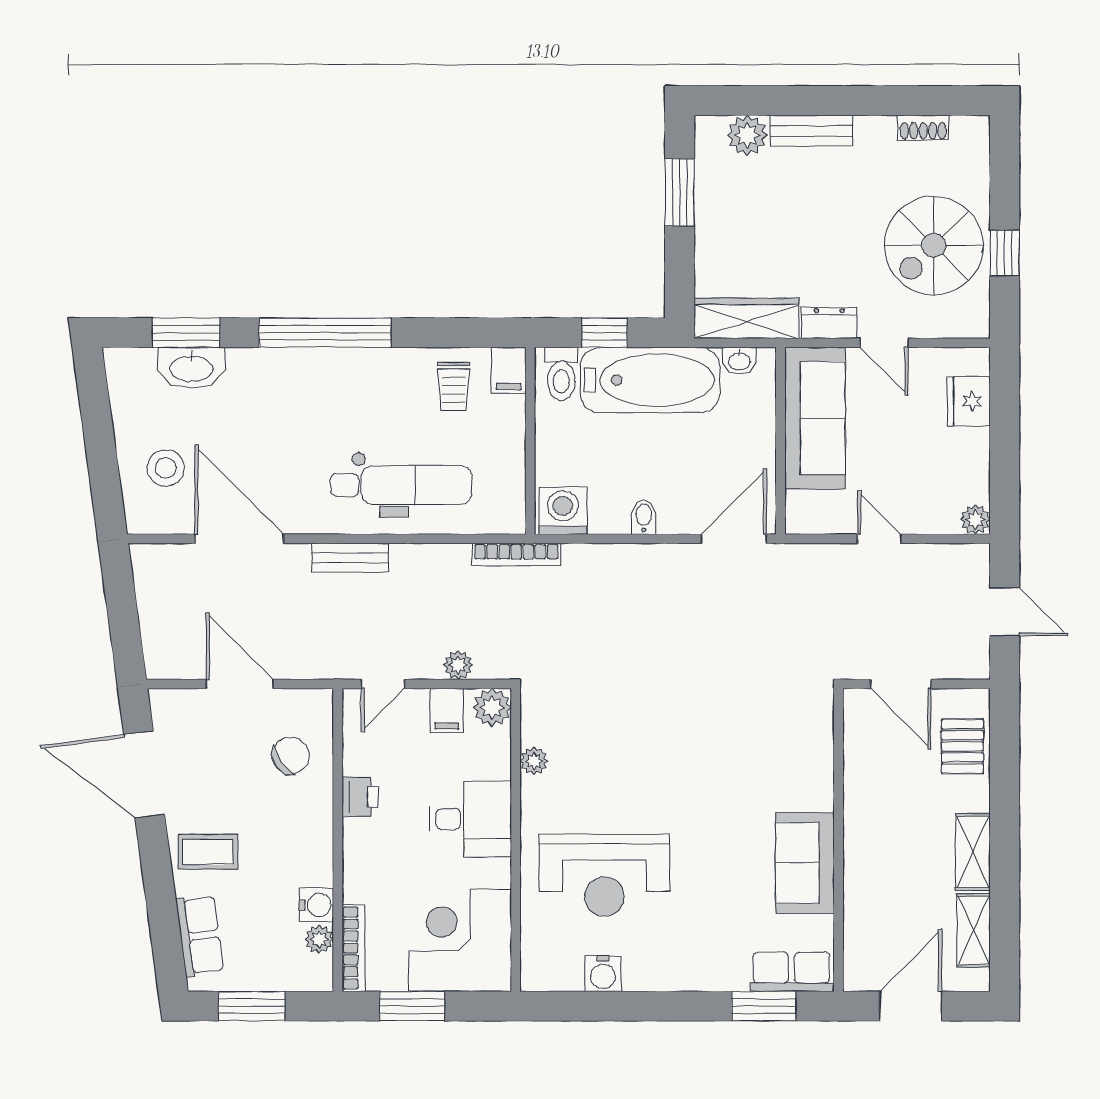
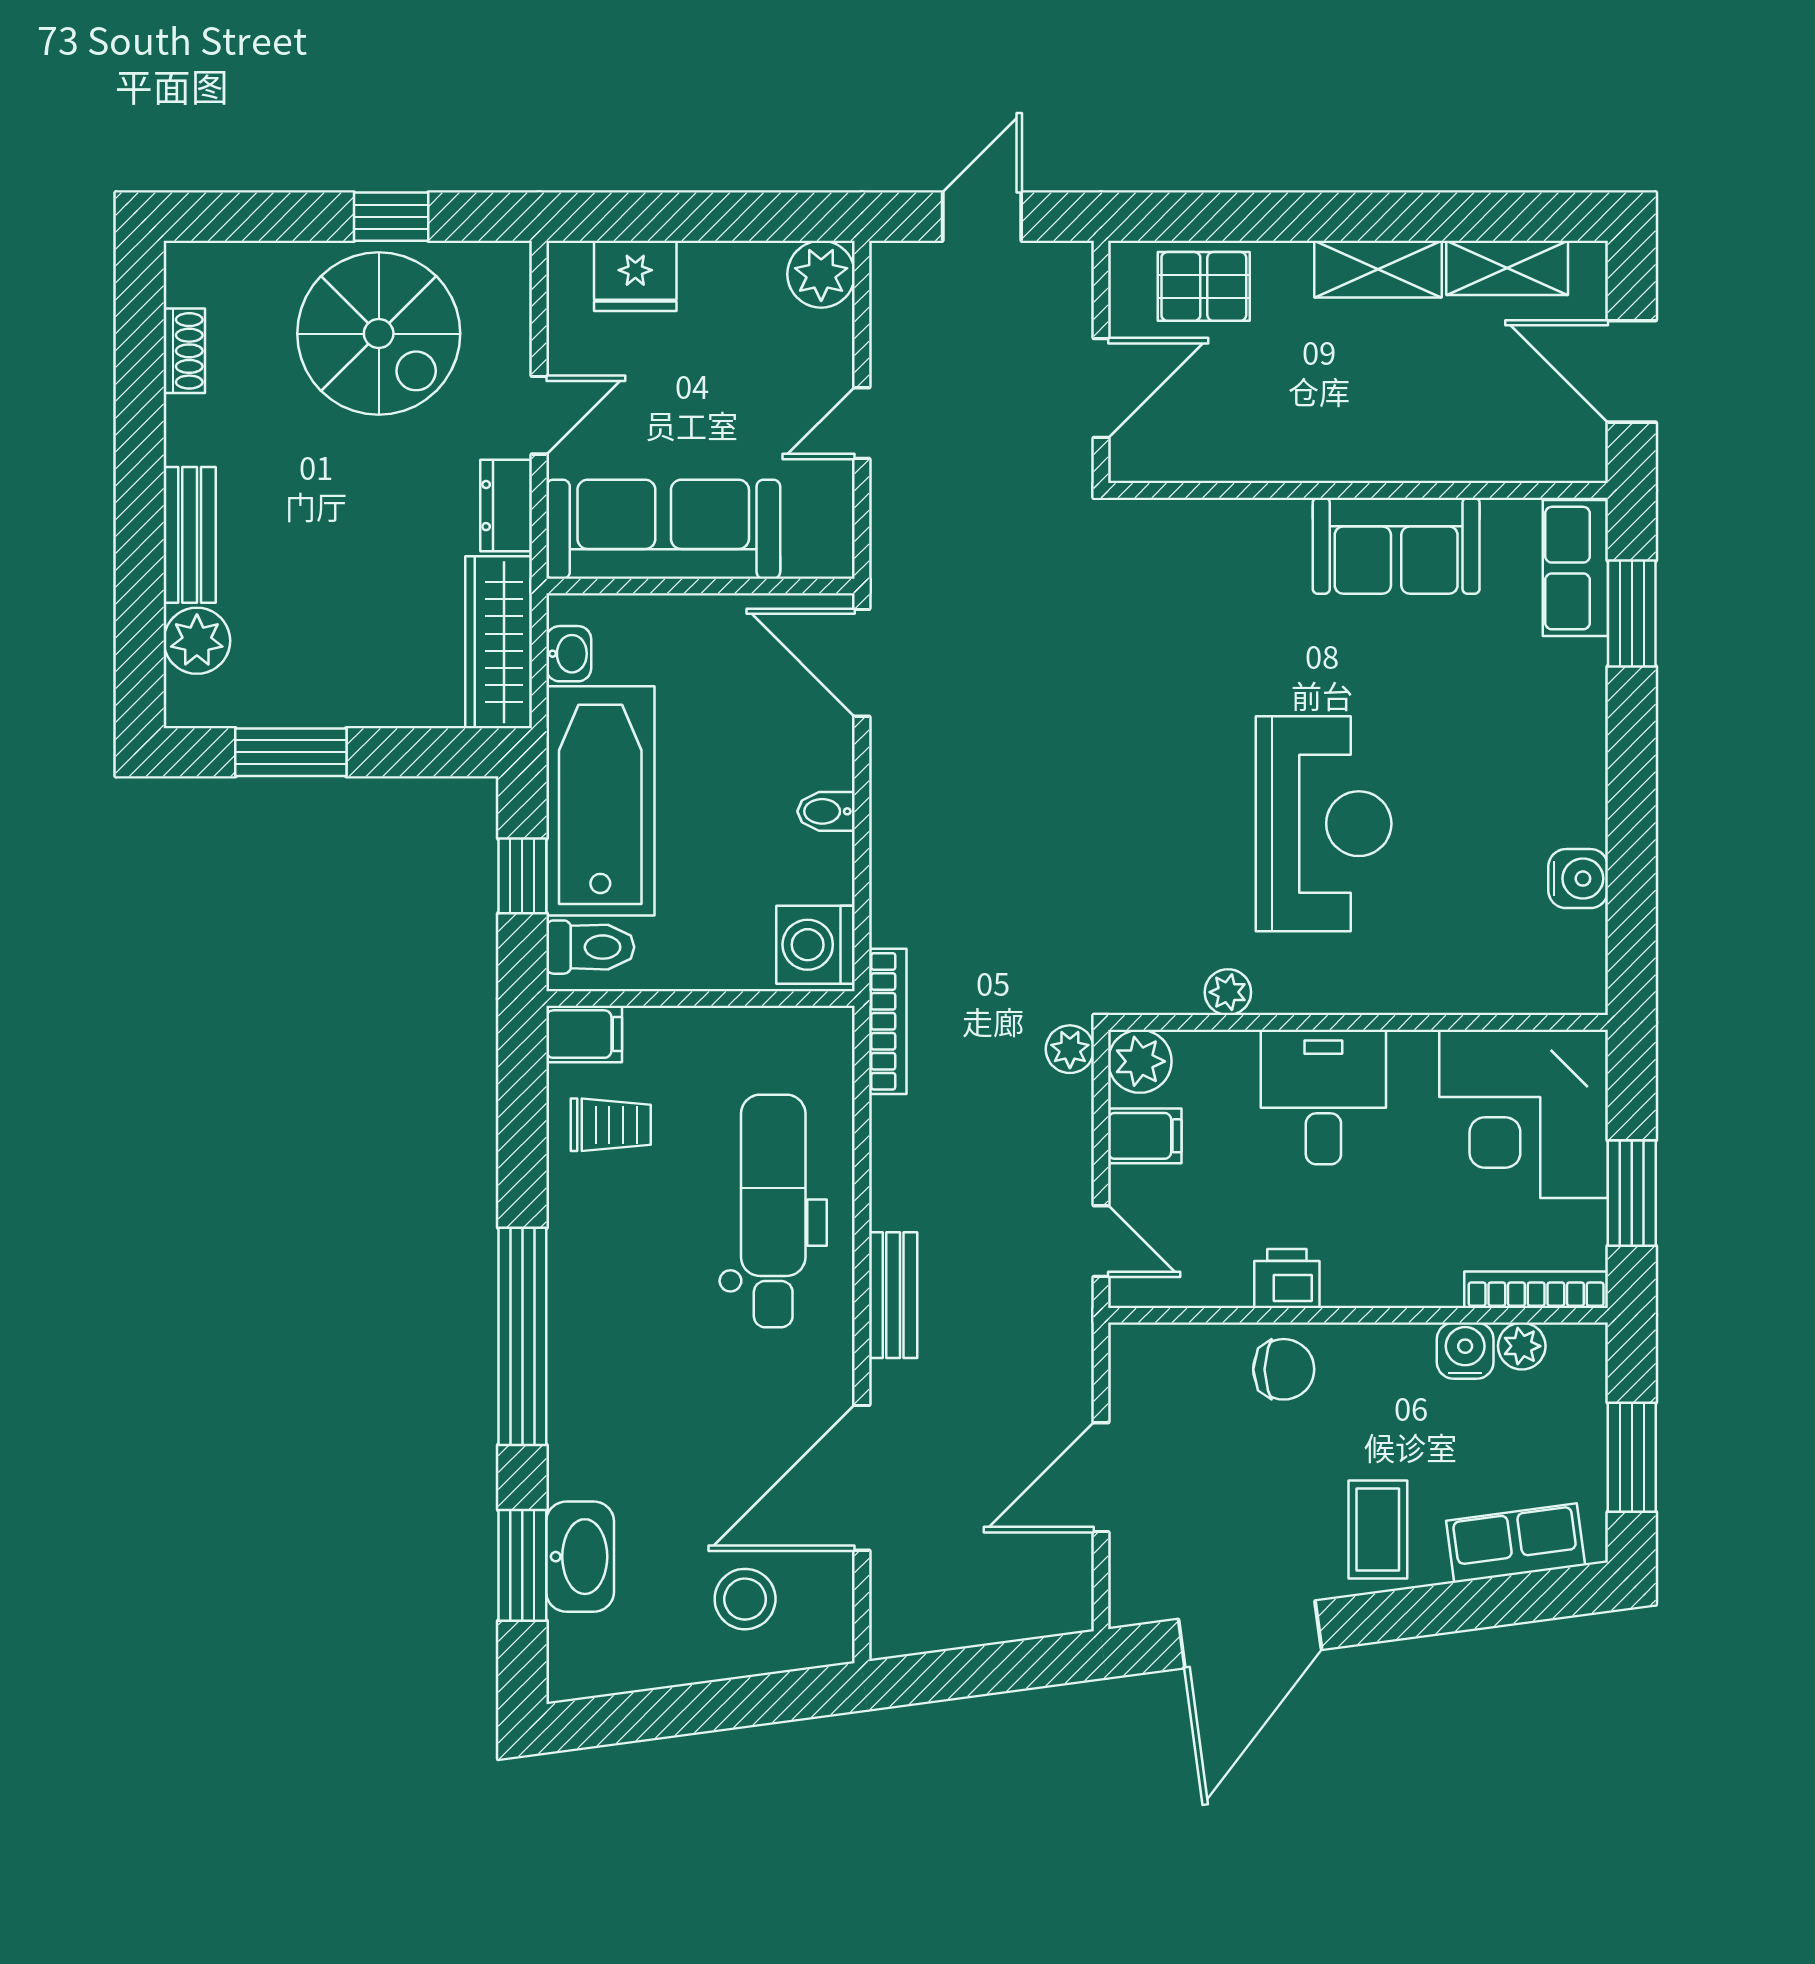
plant: (975, 520) -> (821, 274), width x1.38, depth x1.38
plant: (458, 665) -> (1070, 1049), moved
chair: (291, 756) -> (1284, 1369), moved, turned 126
reception desk: (604, 875) -> (1324, 824), moved

